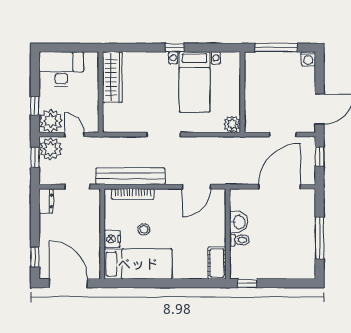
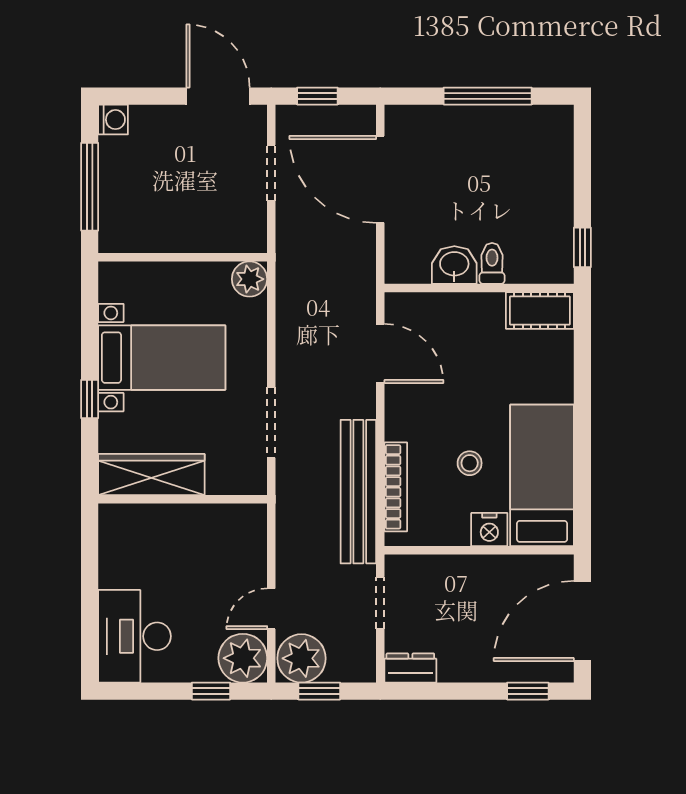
wardrobe: (112, 77) -> (151, 475), moved
wall: (101, 92) -> (183, 499), moved

